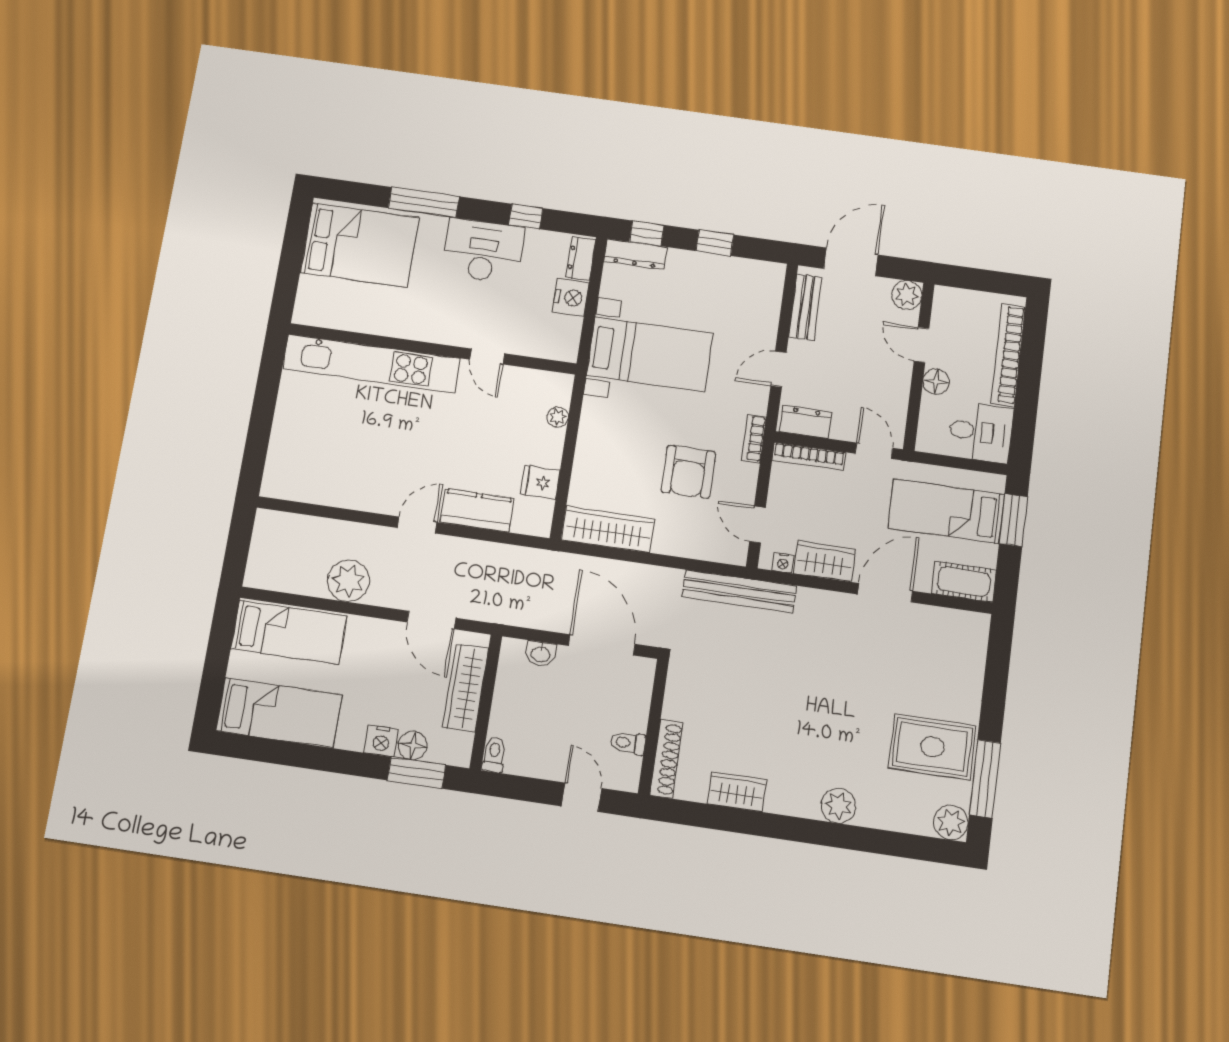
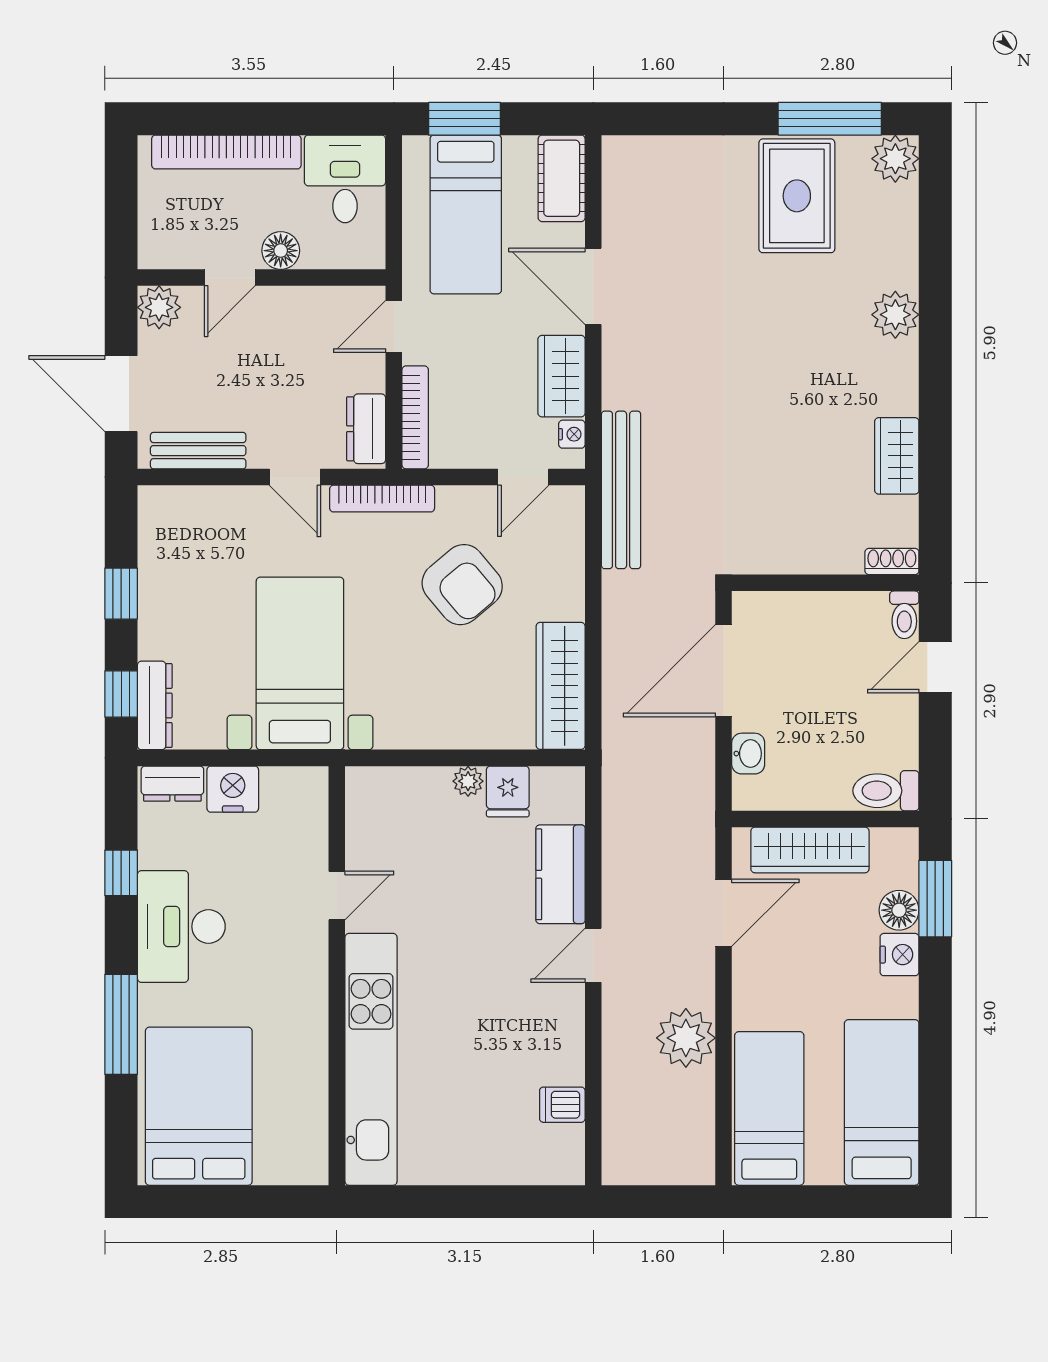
plant: (558, 417) -> (468, 781), moved
bookcase: (754, 439) -> (382, 499), width x1.56
armchair: (688, 472) -> (462, 585), turned 50
dishwasher: (317, 489) -> (562, 1105), added
door: (417, 525) -> (593, 955), hinge flipped
toilet: (628, 743) -> (904, 615), moved
toilet: (494, 755) -> (886, 791), width x1.37, depth x1.39
shoe rack: (667, 759) -> (892, 562), width x0.51, depth x0.81

